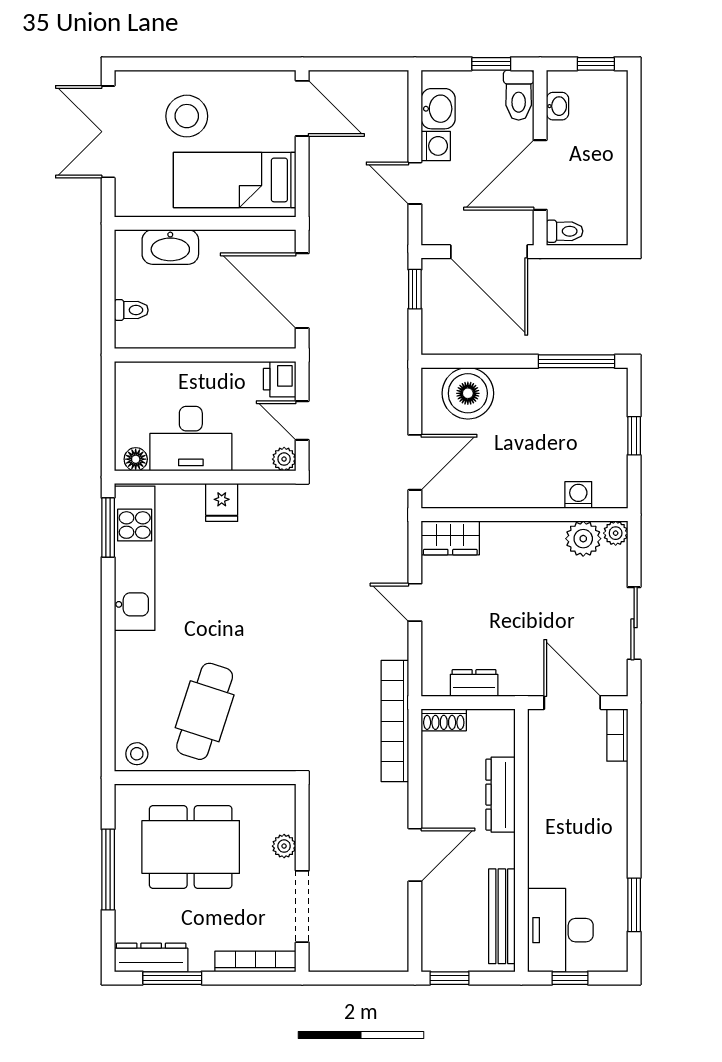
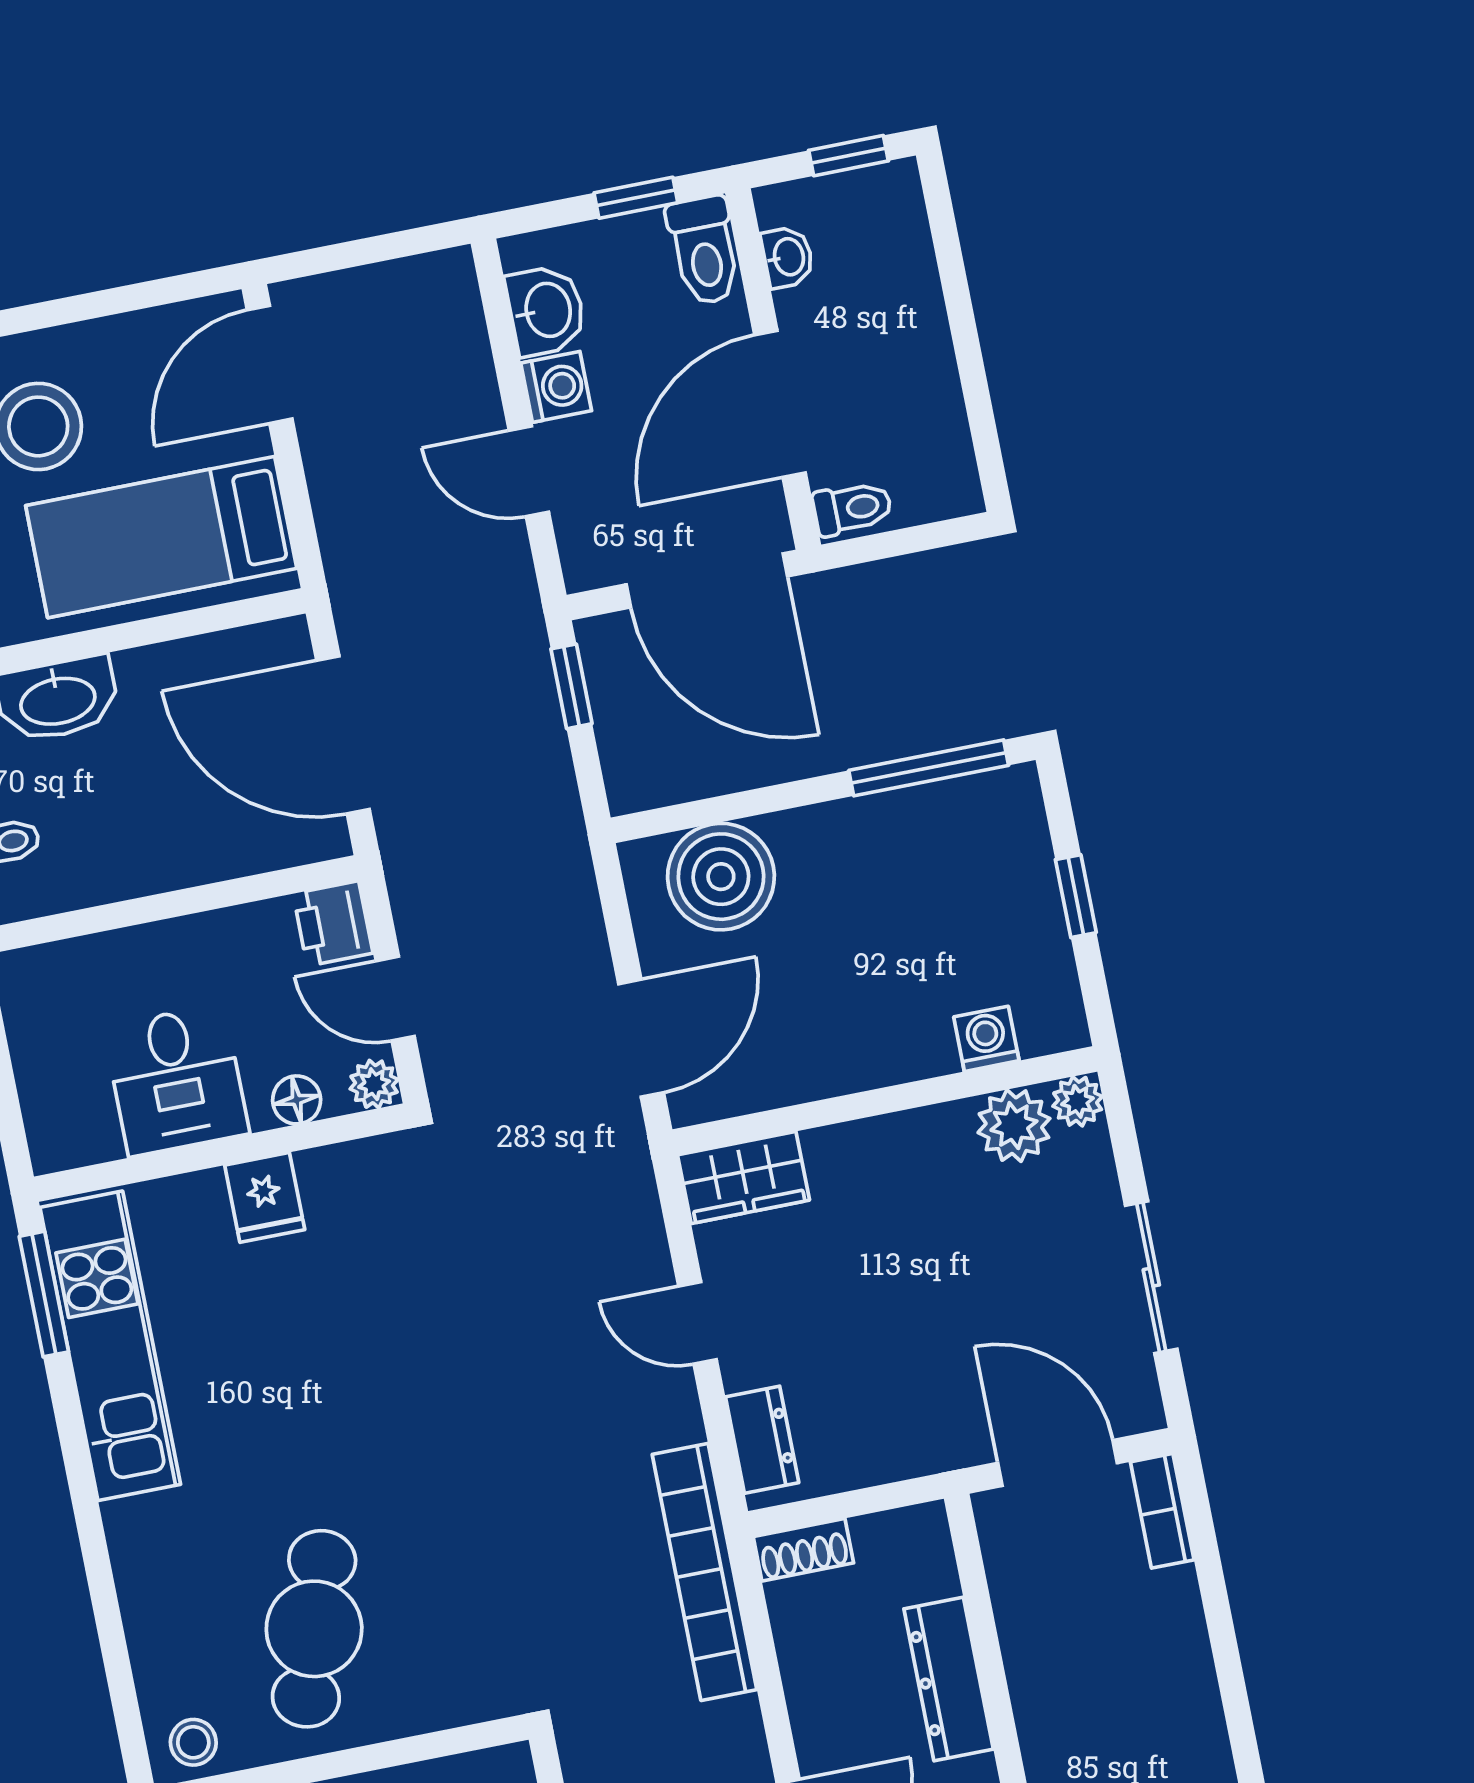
door: (302, 108) -> (270, 364), swing flipped
desk: (191, 439) -> (176, 1080), width x0.73
floor lamp: (136, 459) -> (297, 1100), moved
dresser: (474, 683) -> (762, 1440), moved, turned 90

